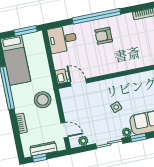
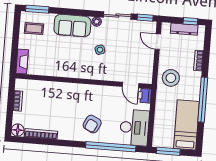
window: (96, 16) -> (111, 147), moved
armchair: (104, 36) -> (92, 124), turned 116
desk: (62, 39) -> (134, 128), width x1.37
window: (138, 138) -> (145, 18), moved
plant: (83, 141) -> (142, 26), removed

